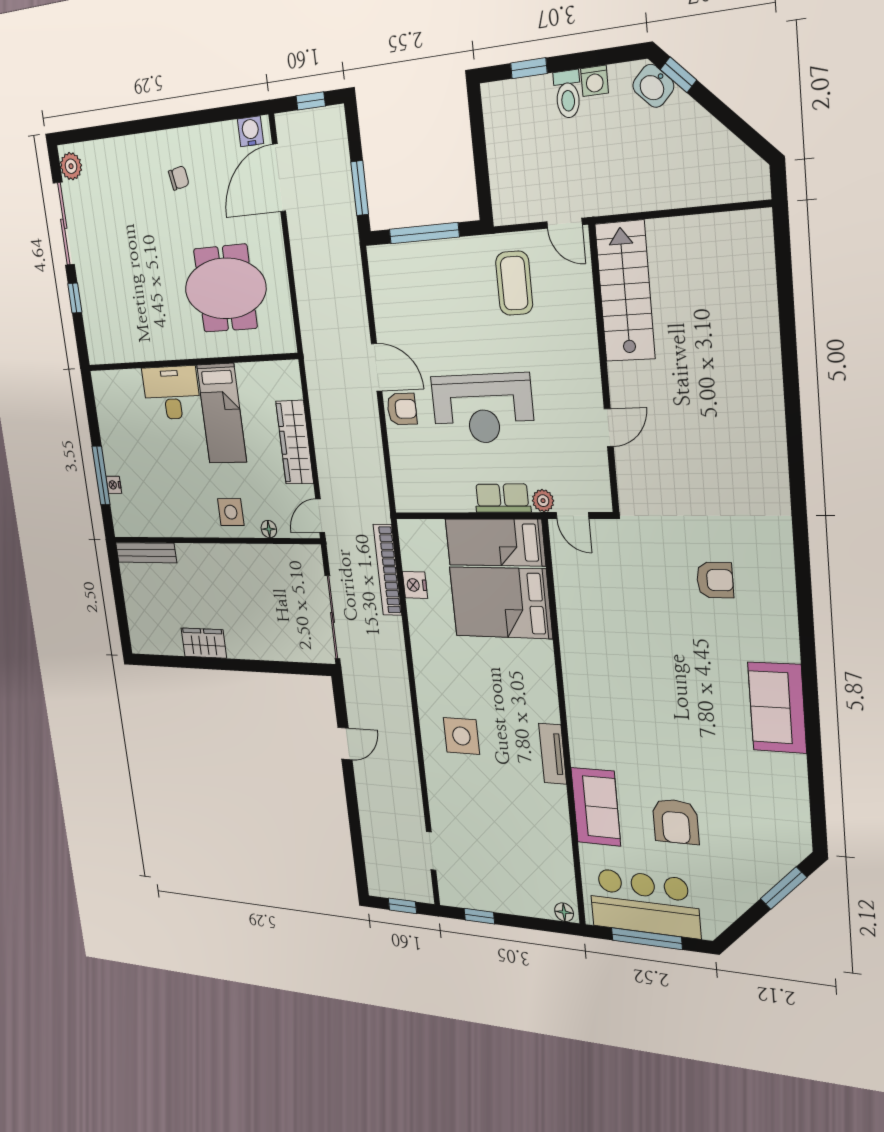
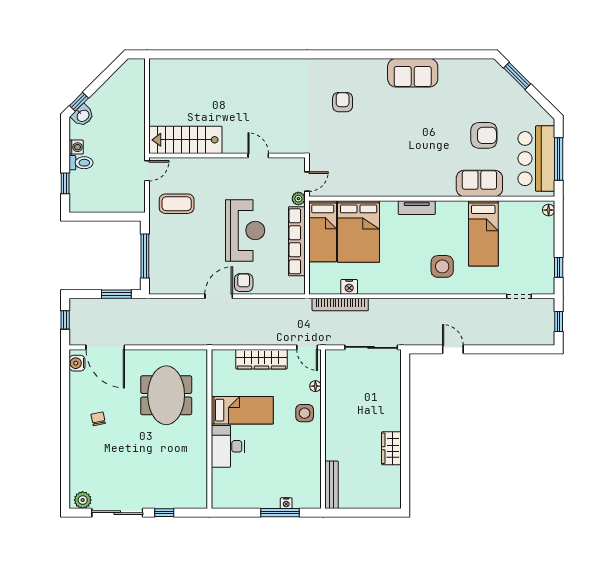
row of seats: (502, 498) -> (297, 241), width x2.02
tv unit: (553, 754) -> (417, 208), moved
bed: (518, 806) -> (483, 233), added

